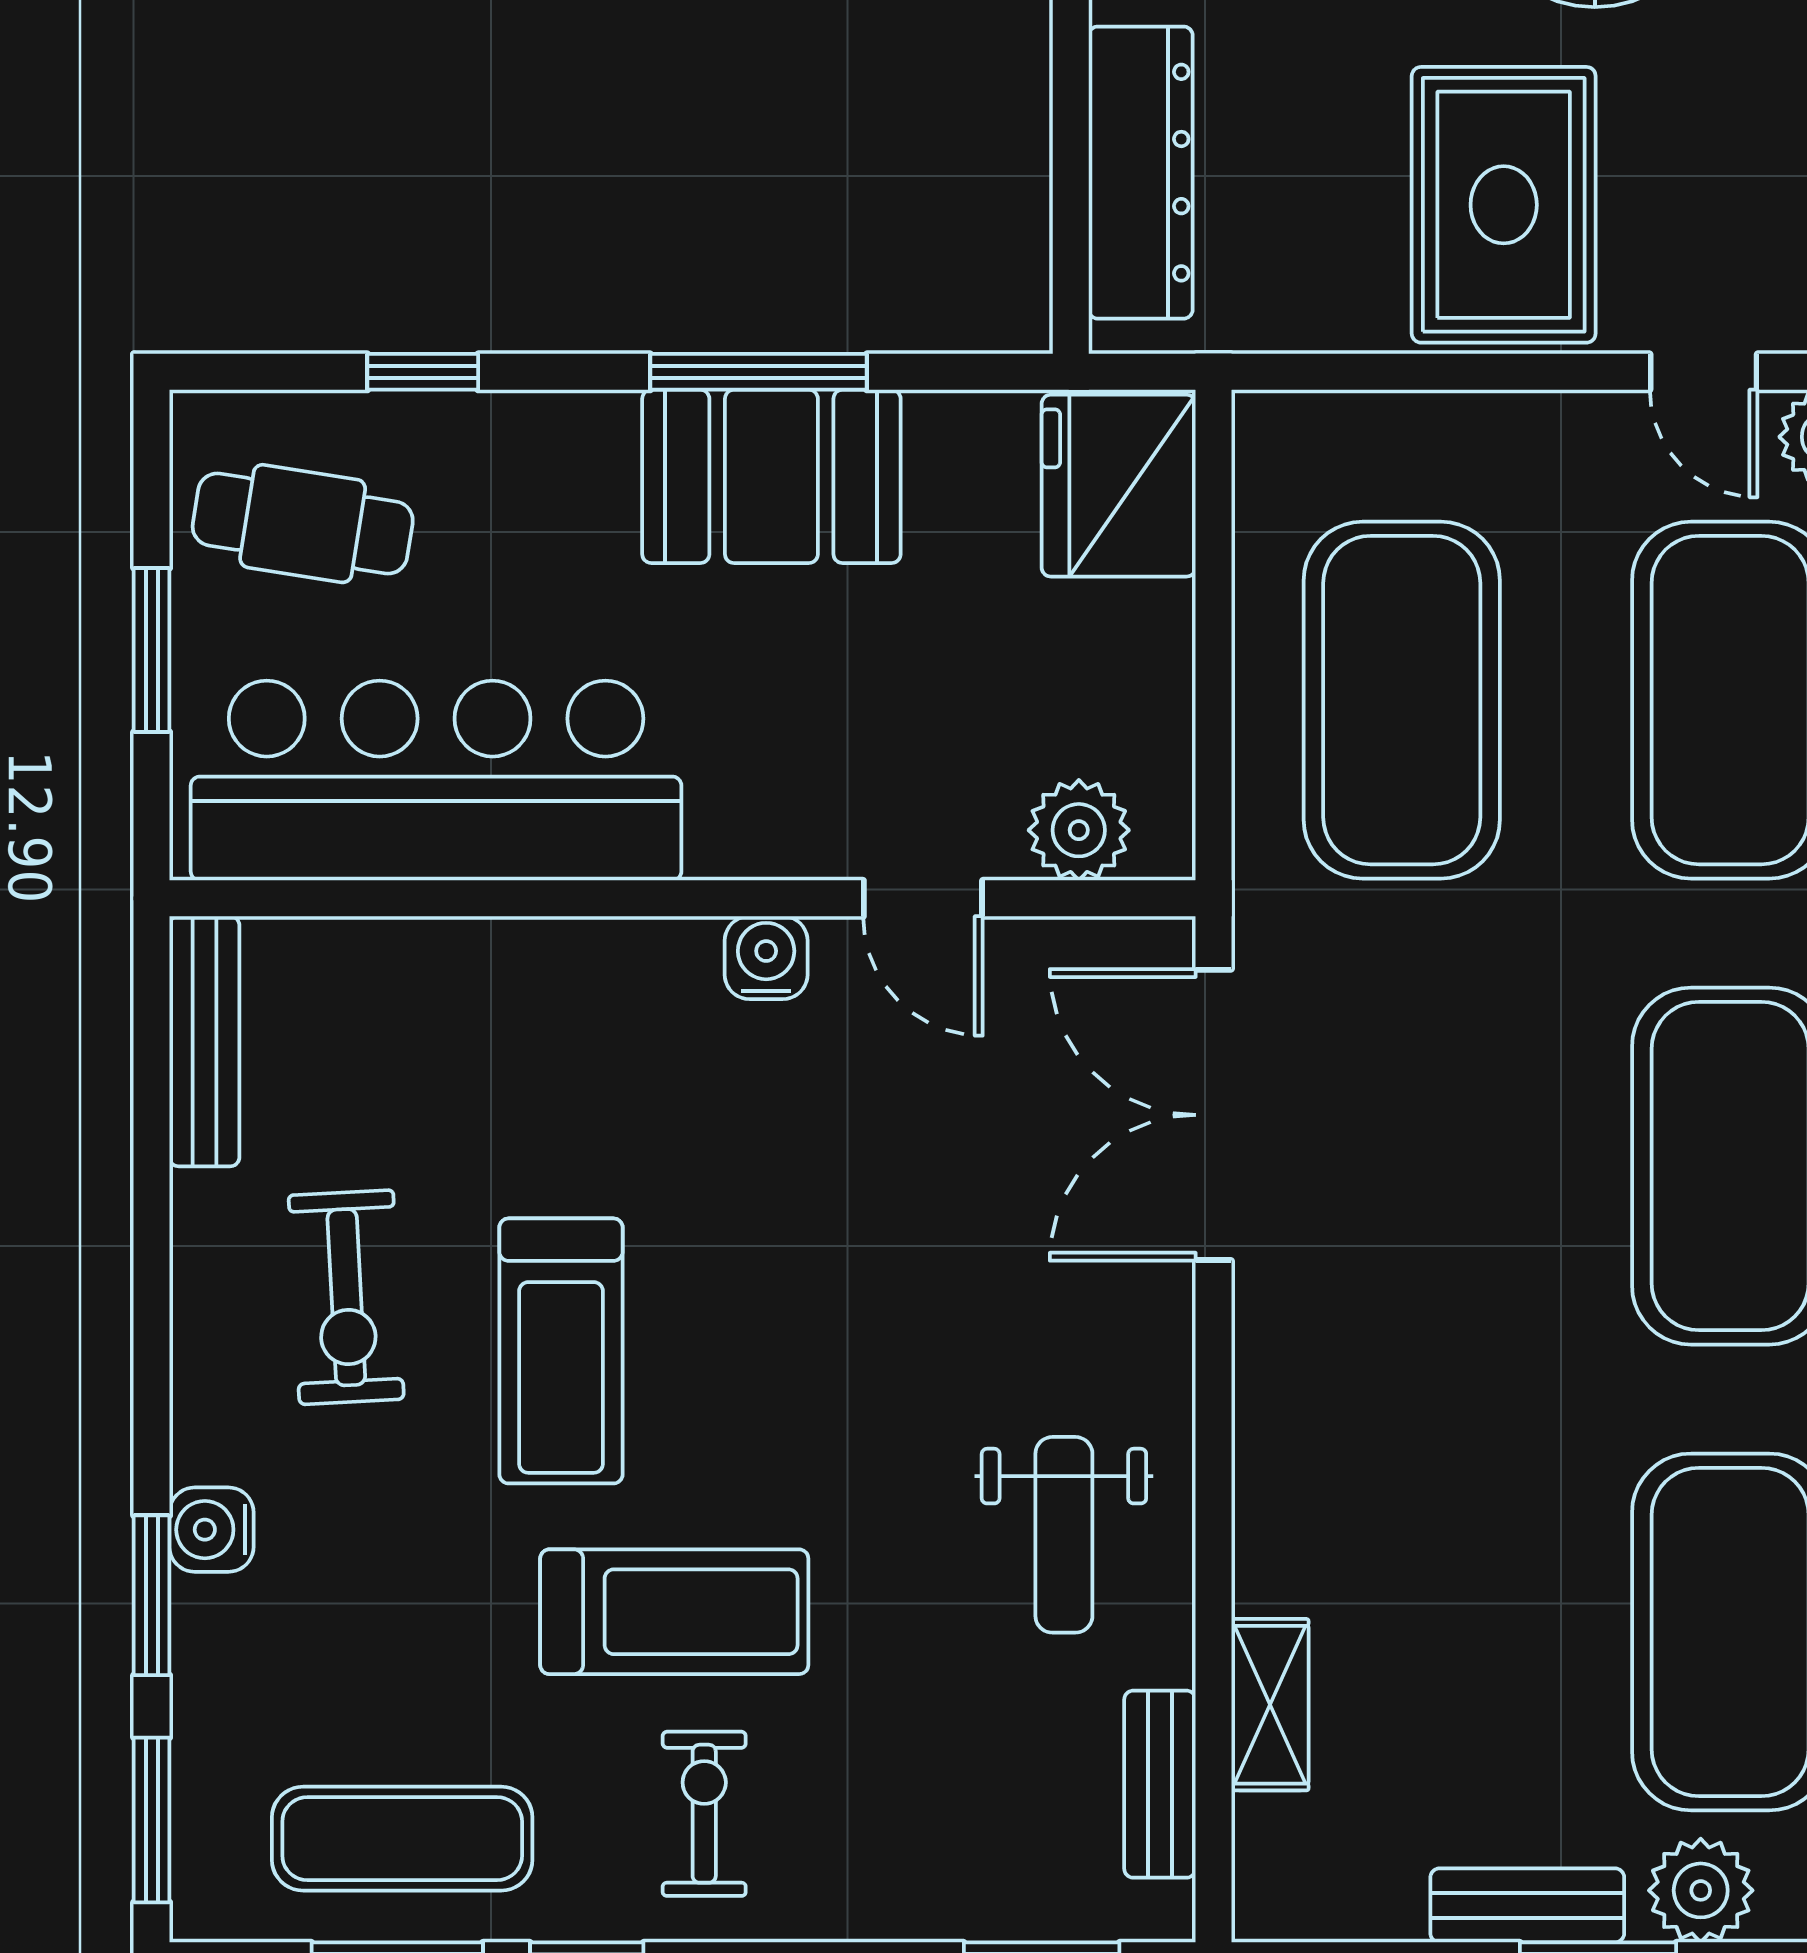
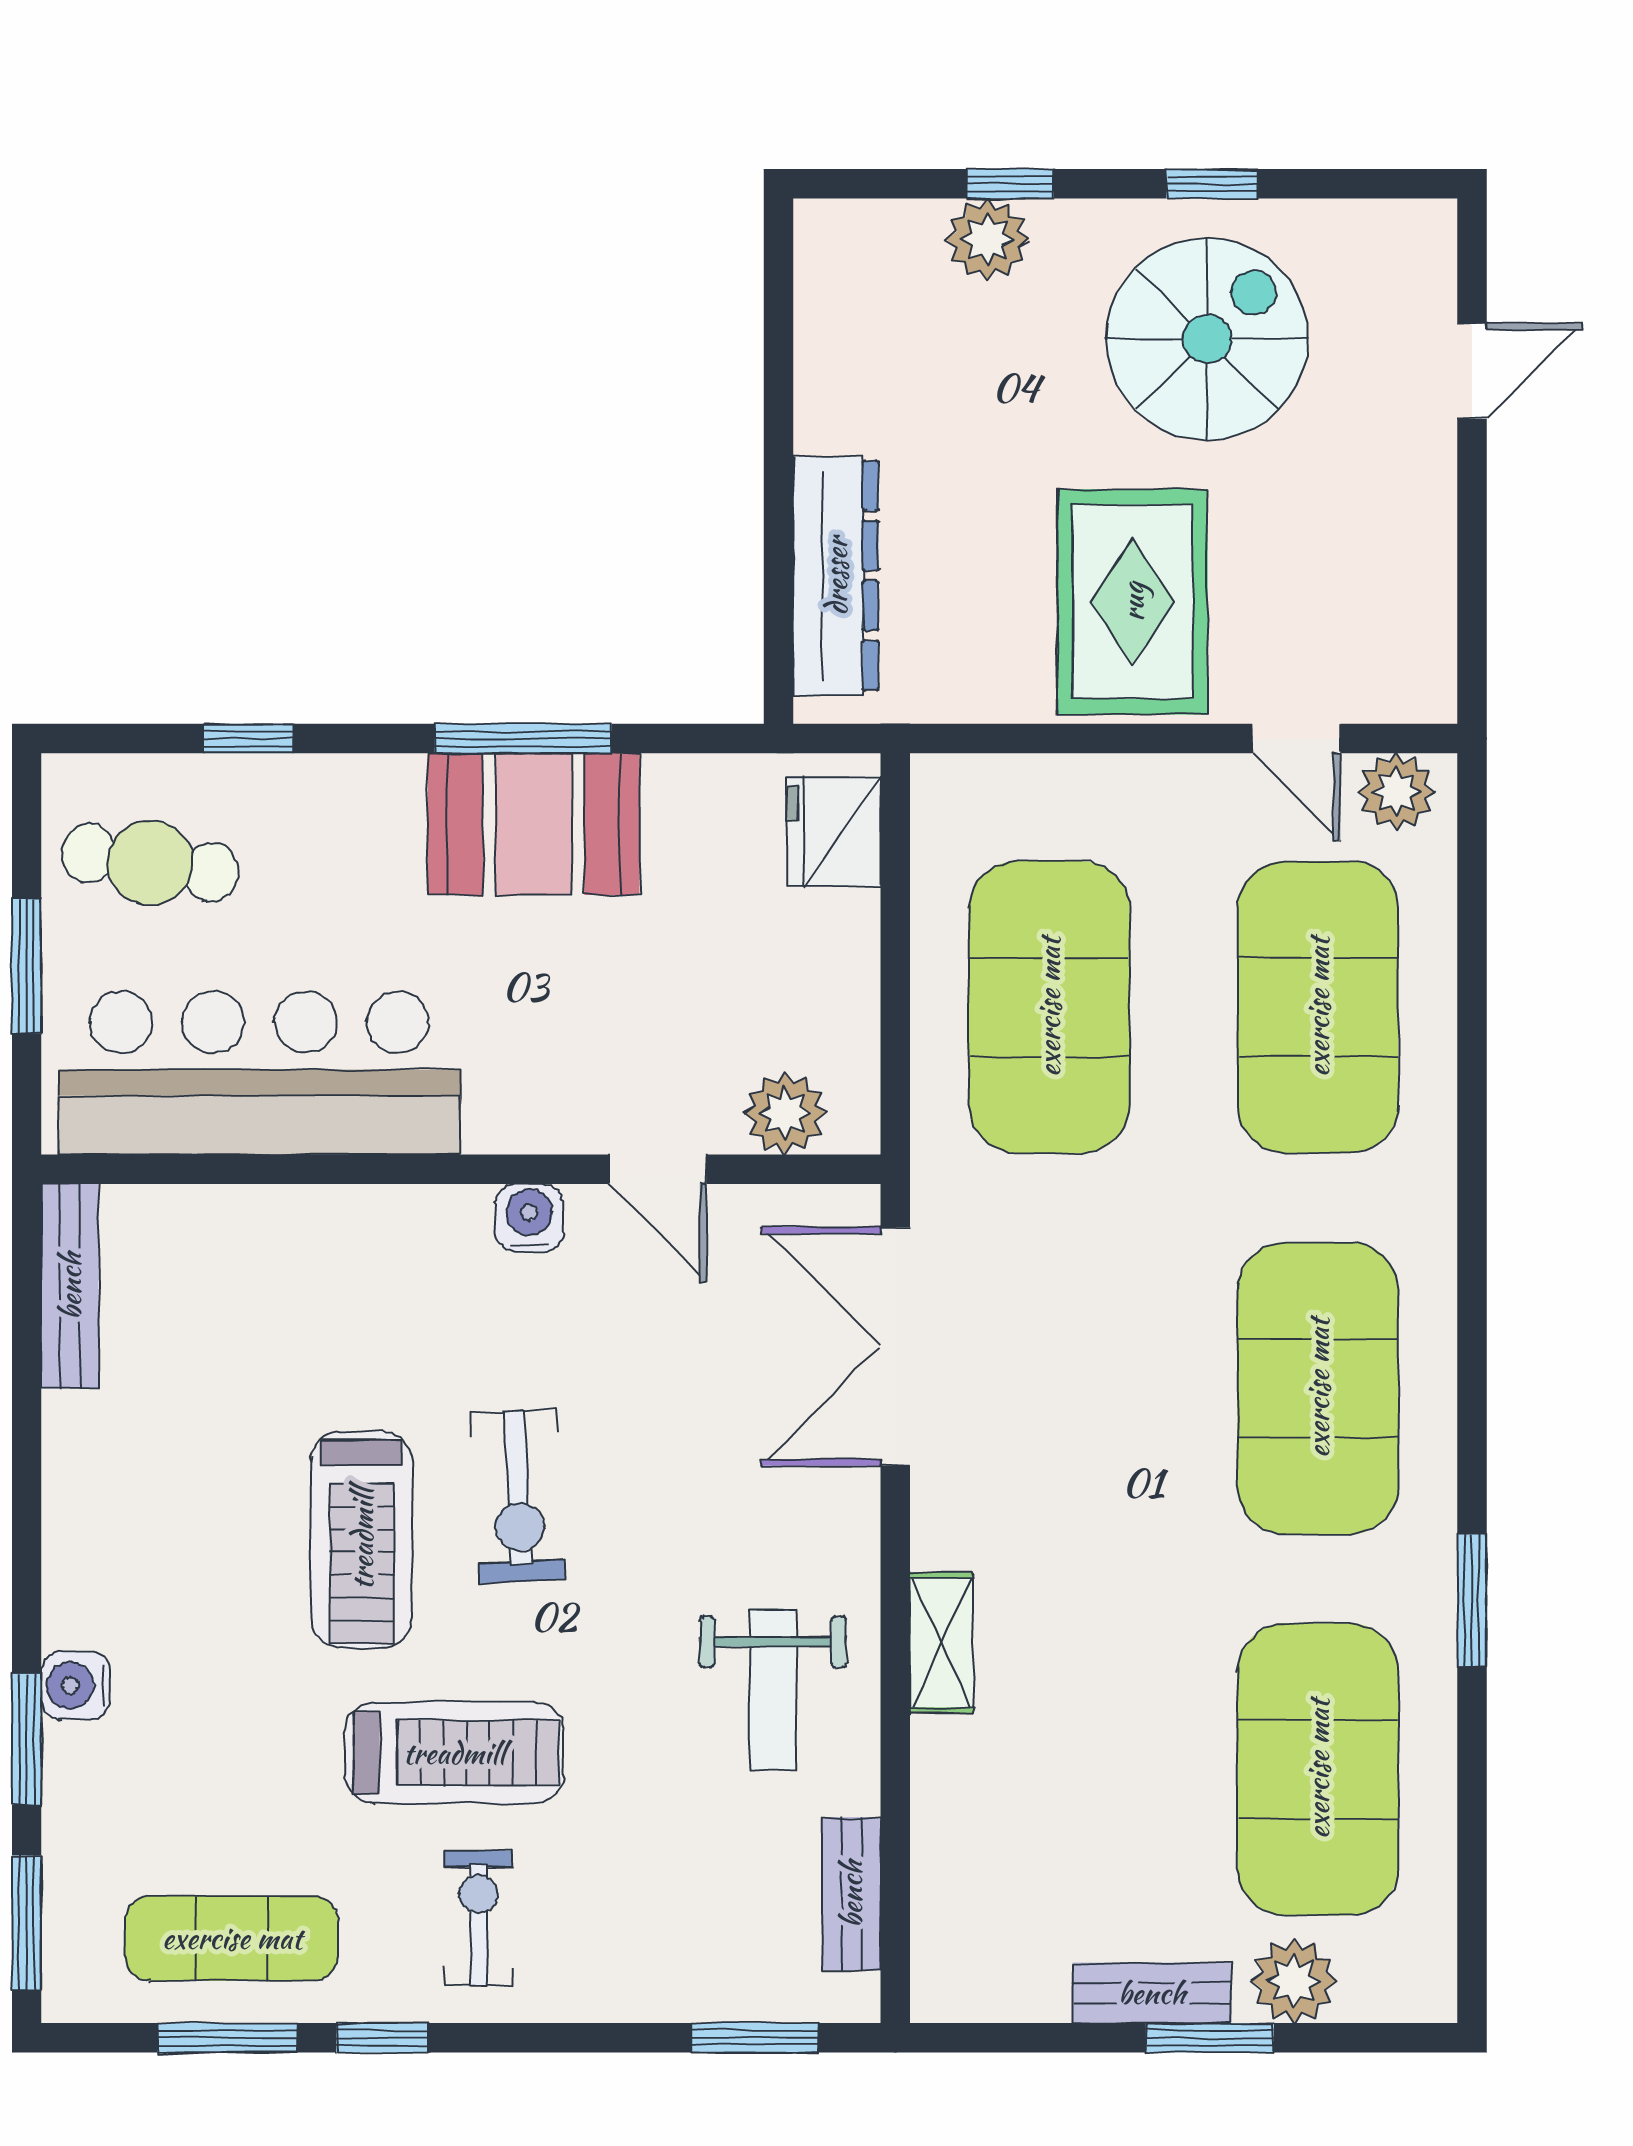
fridge: (1119, 486) -> (834, 832), width x0.73, depth x0.75
exercise bike: (346, 1297) -> (518, 1496), moved
shelving: (1270, 1705) -> (941, 1643), moved

